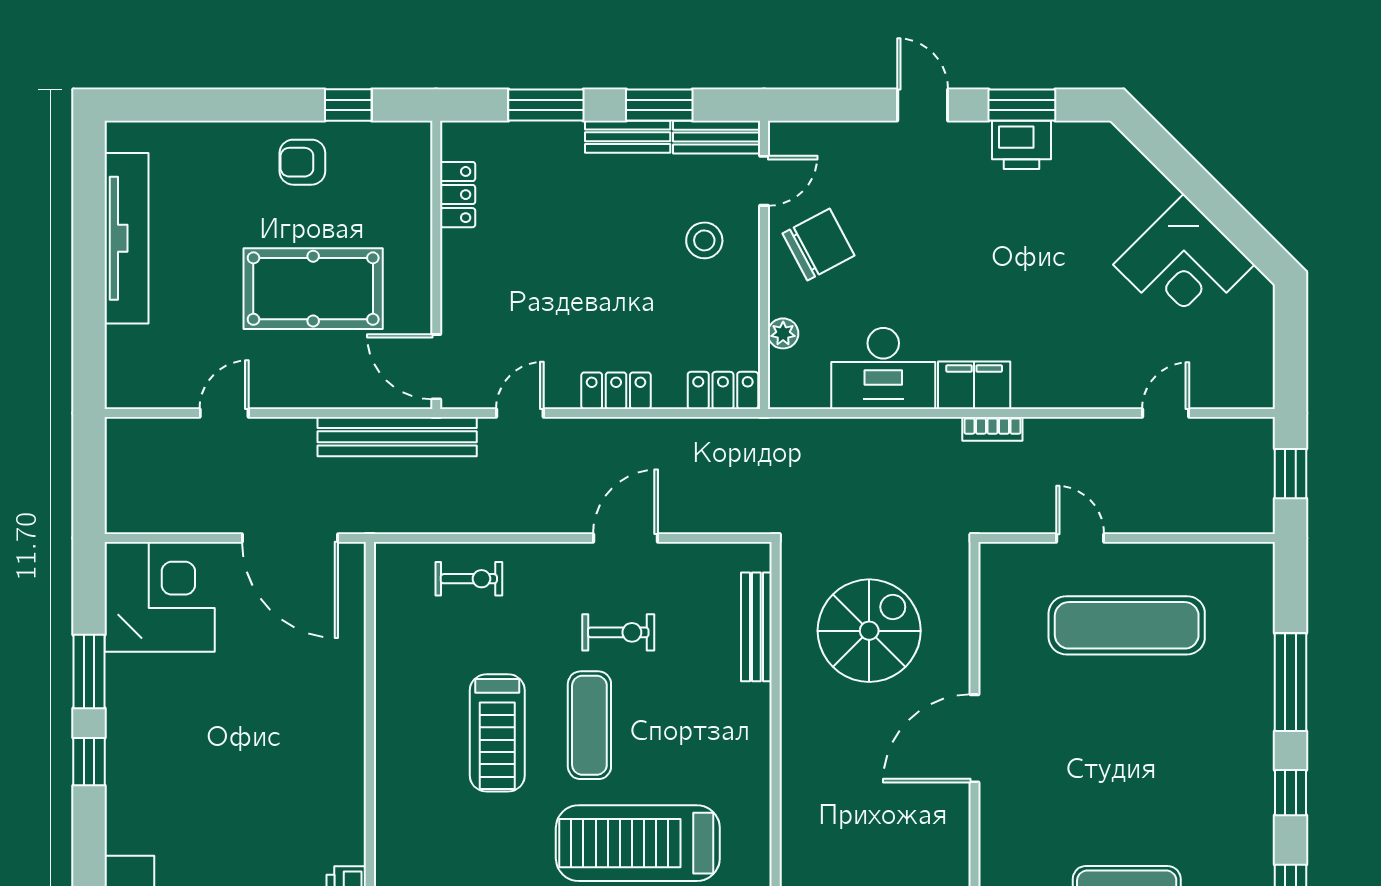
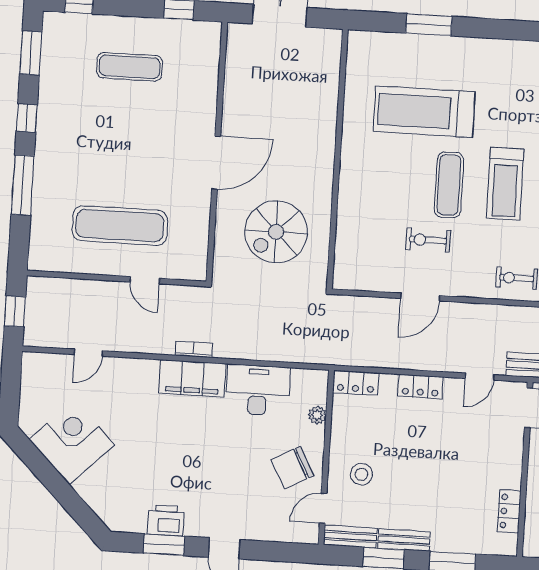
filing cabinet: (974, 385) -> (192, 378), width x1.50, depth x1.17
bench: (756, 627) -> (344, 238), removed
treadmill: (497, 733) -> (505, 184), turned 180
treadmill: (638, 843) -> (424, 112), turned 180

